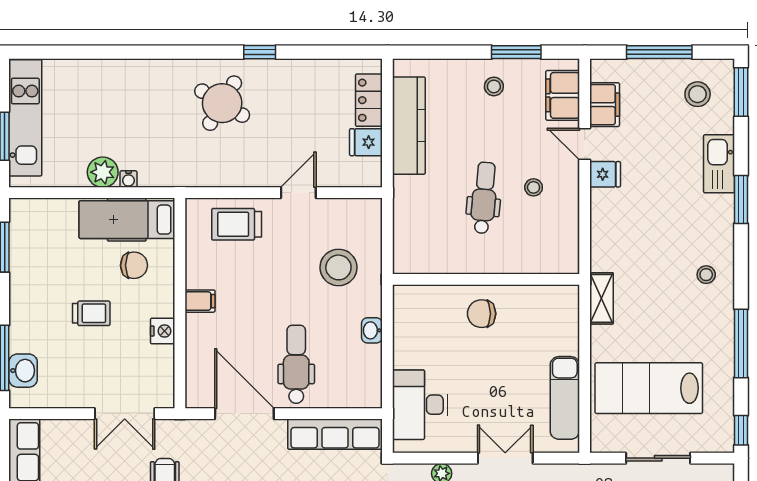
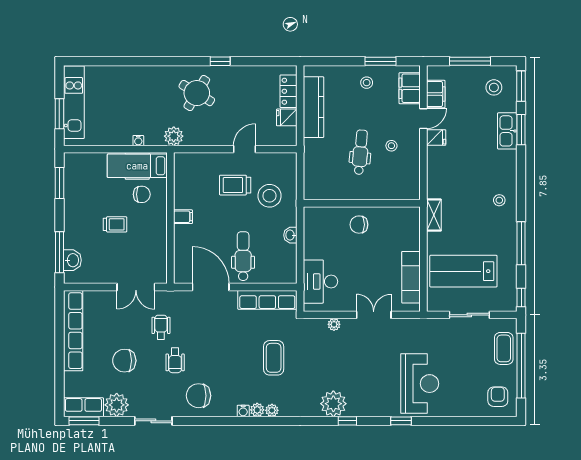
door: (585, 144) -> (423, 119), swing flipped
plant: (103, 172) -> (174, 136), moved
window: (741, 200) -> (521, 130), moved
trolley: (237, 224) -> (235, 185), moved
nightstand: (163, 331) -> (160, 235), removed

